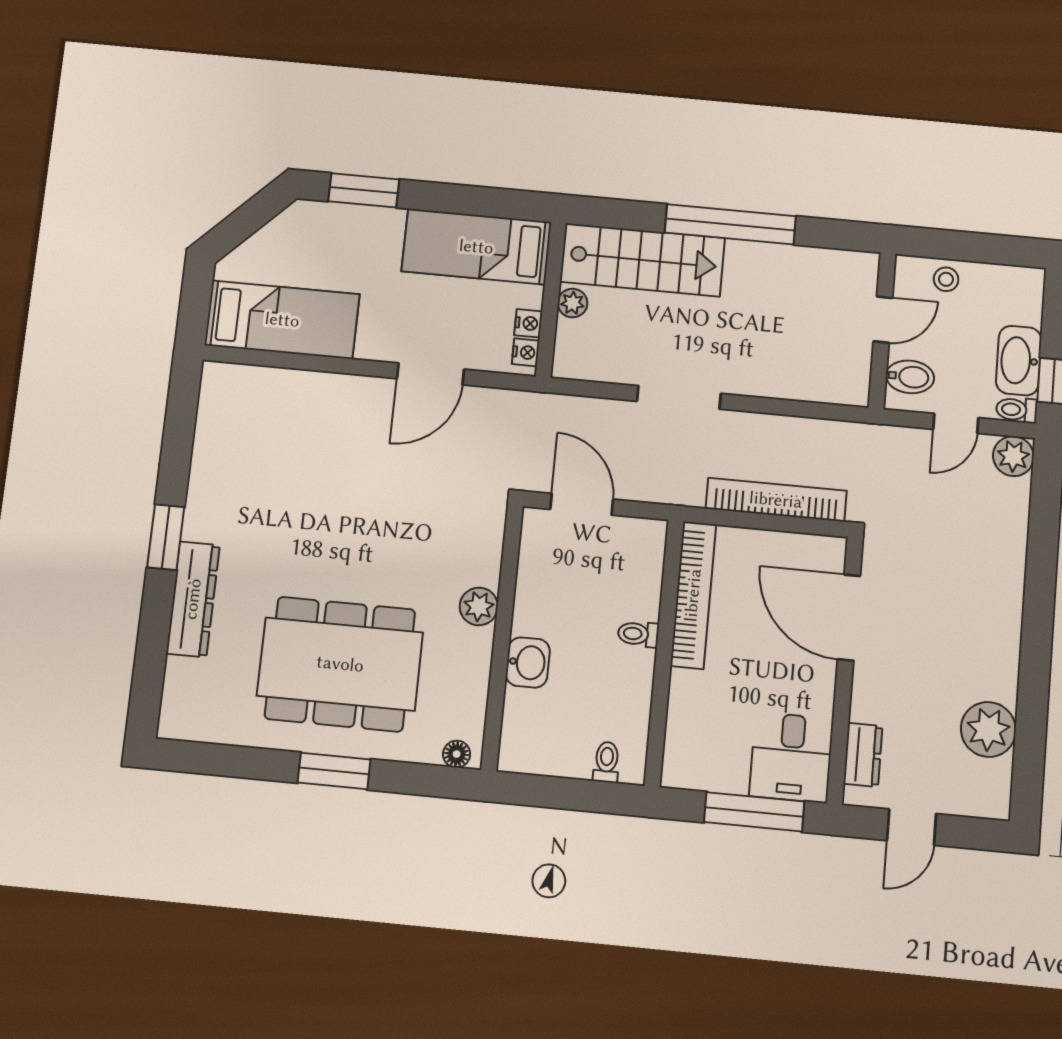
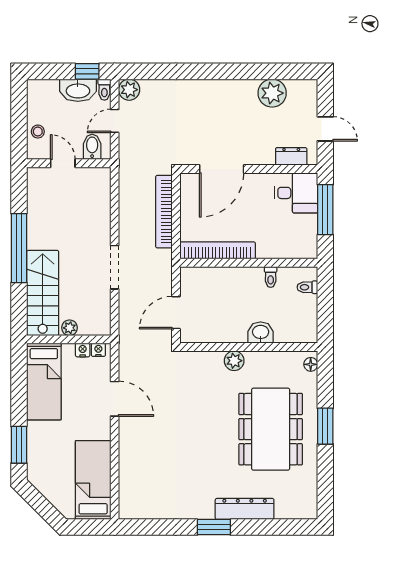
door: (956, 423) -> (115, 121), swing flipped
toilet: (638, 634) -> (271, 277), moved

